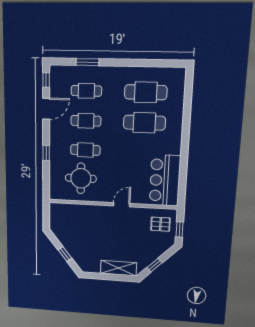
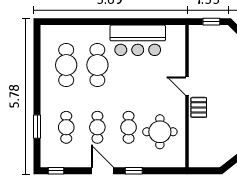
door: (46, 109) -> (102, 171), moved
bar counter: (165, 180) -> (138, 40), moved
pallet: (160, 224) -> (199, 107), moved

